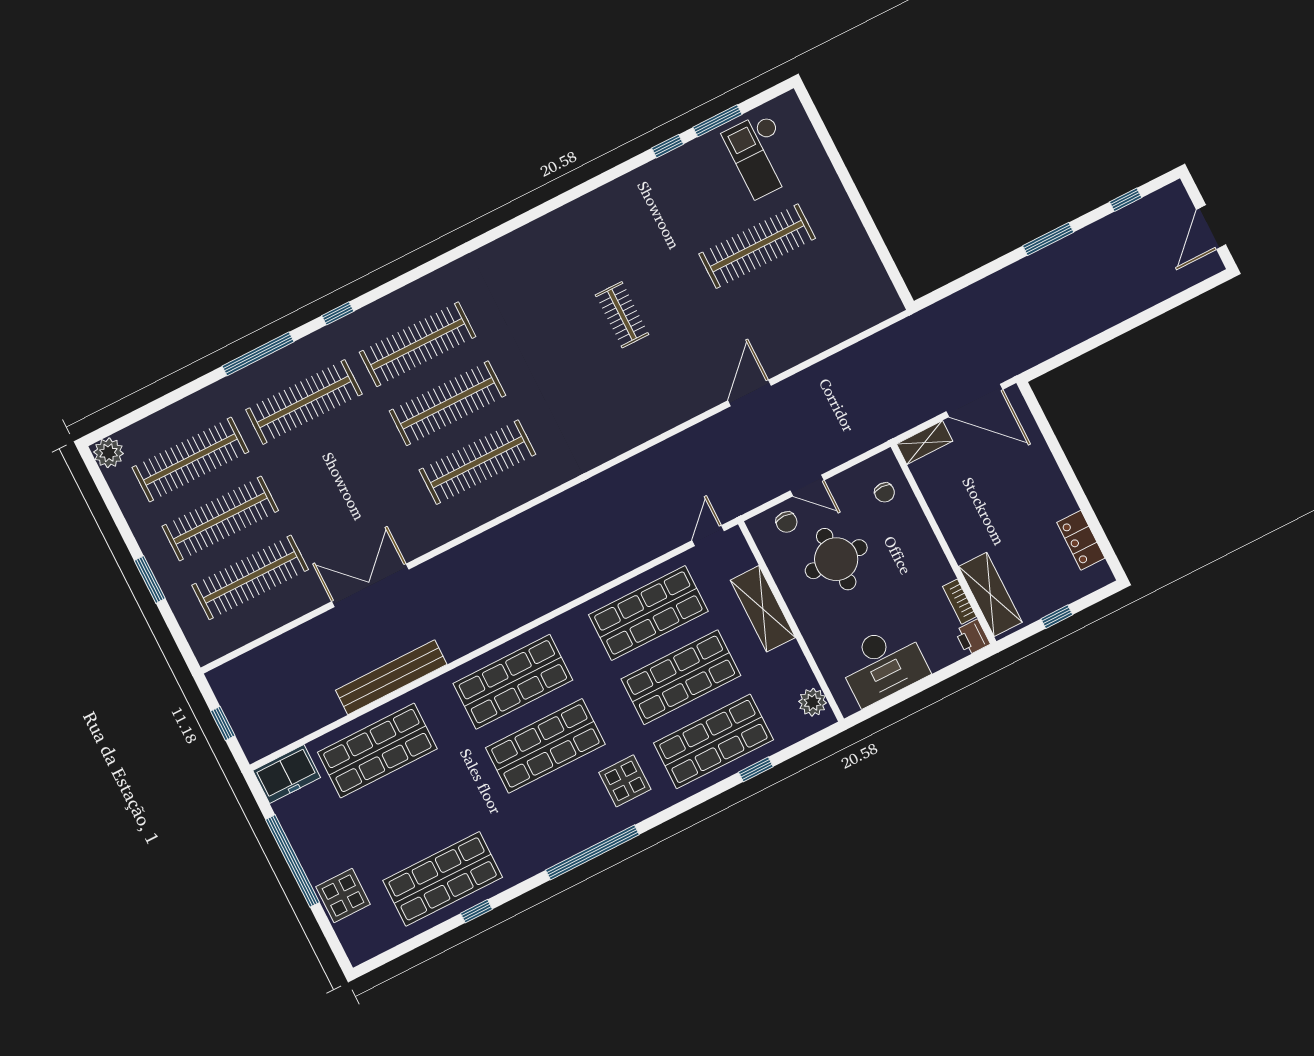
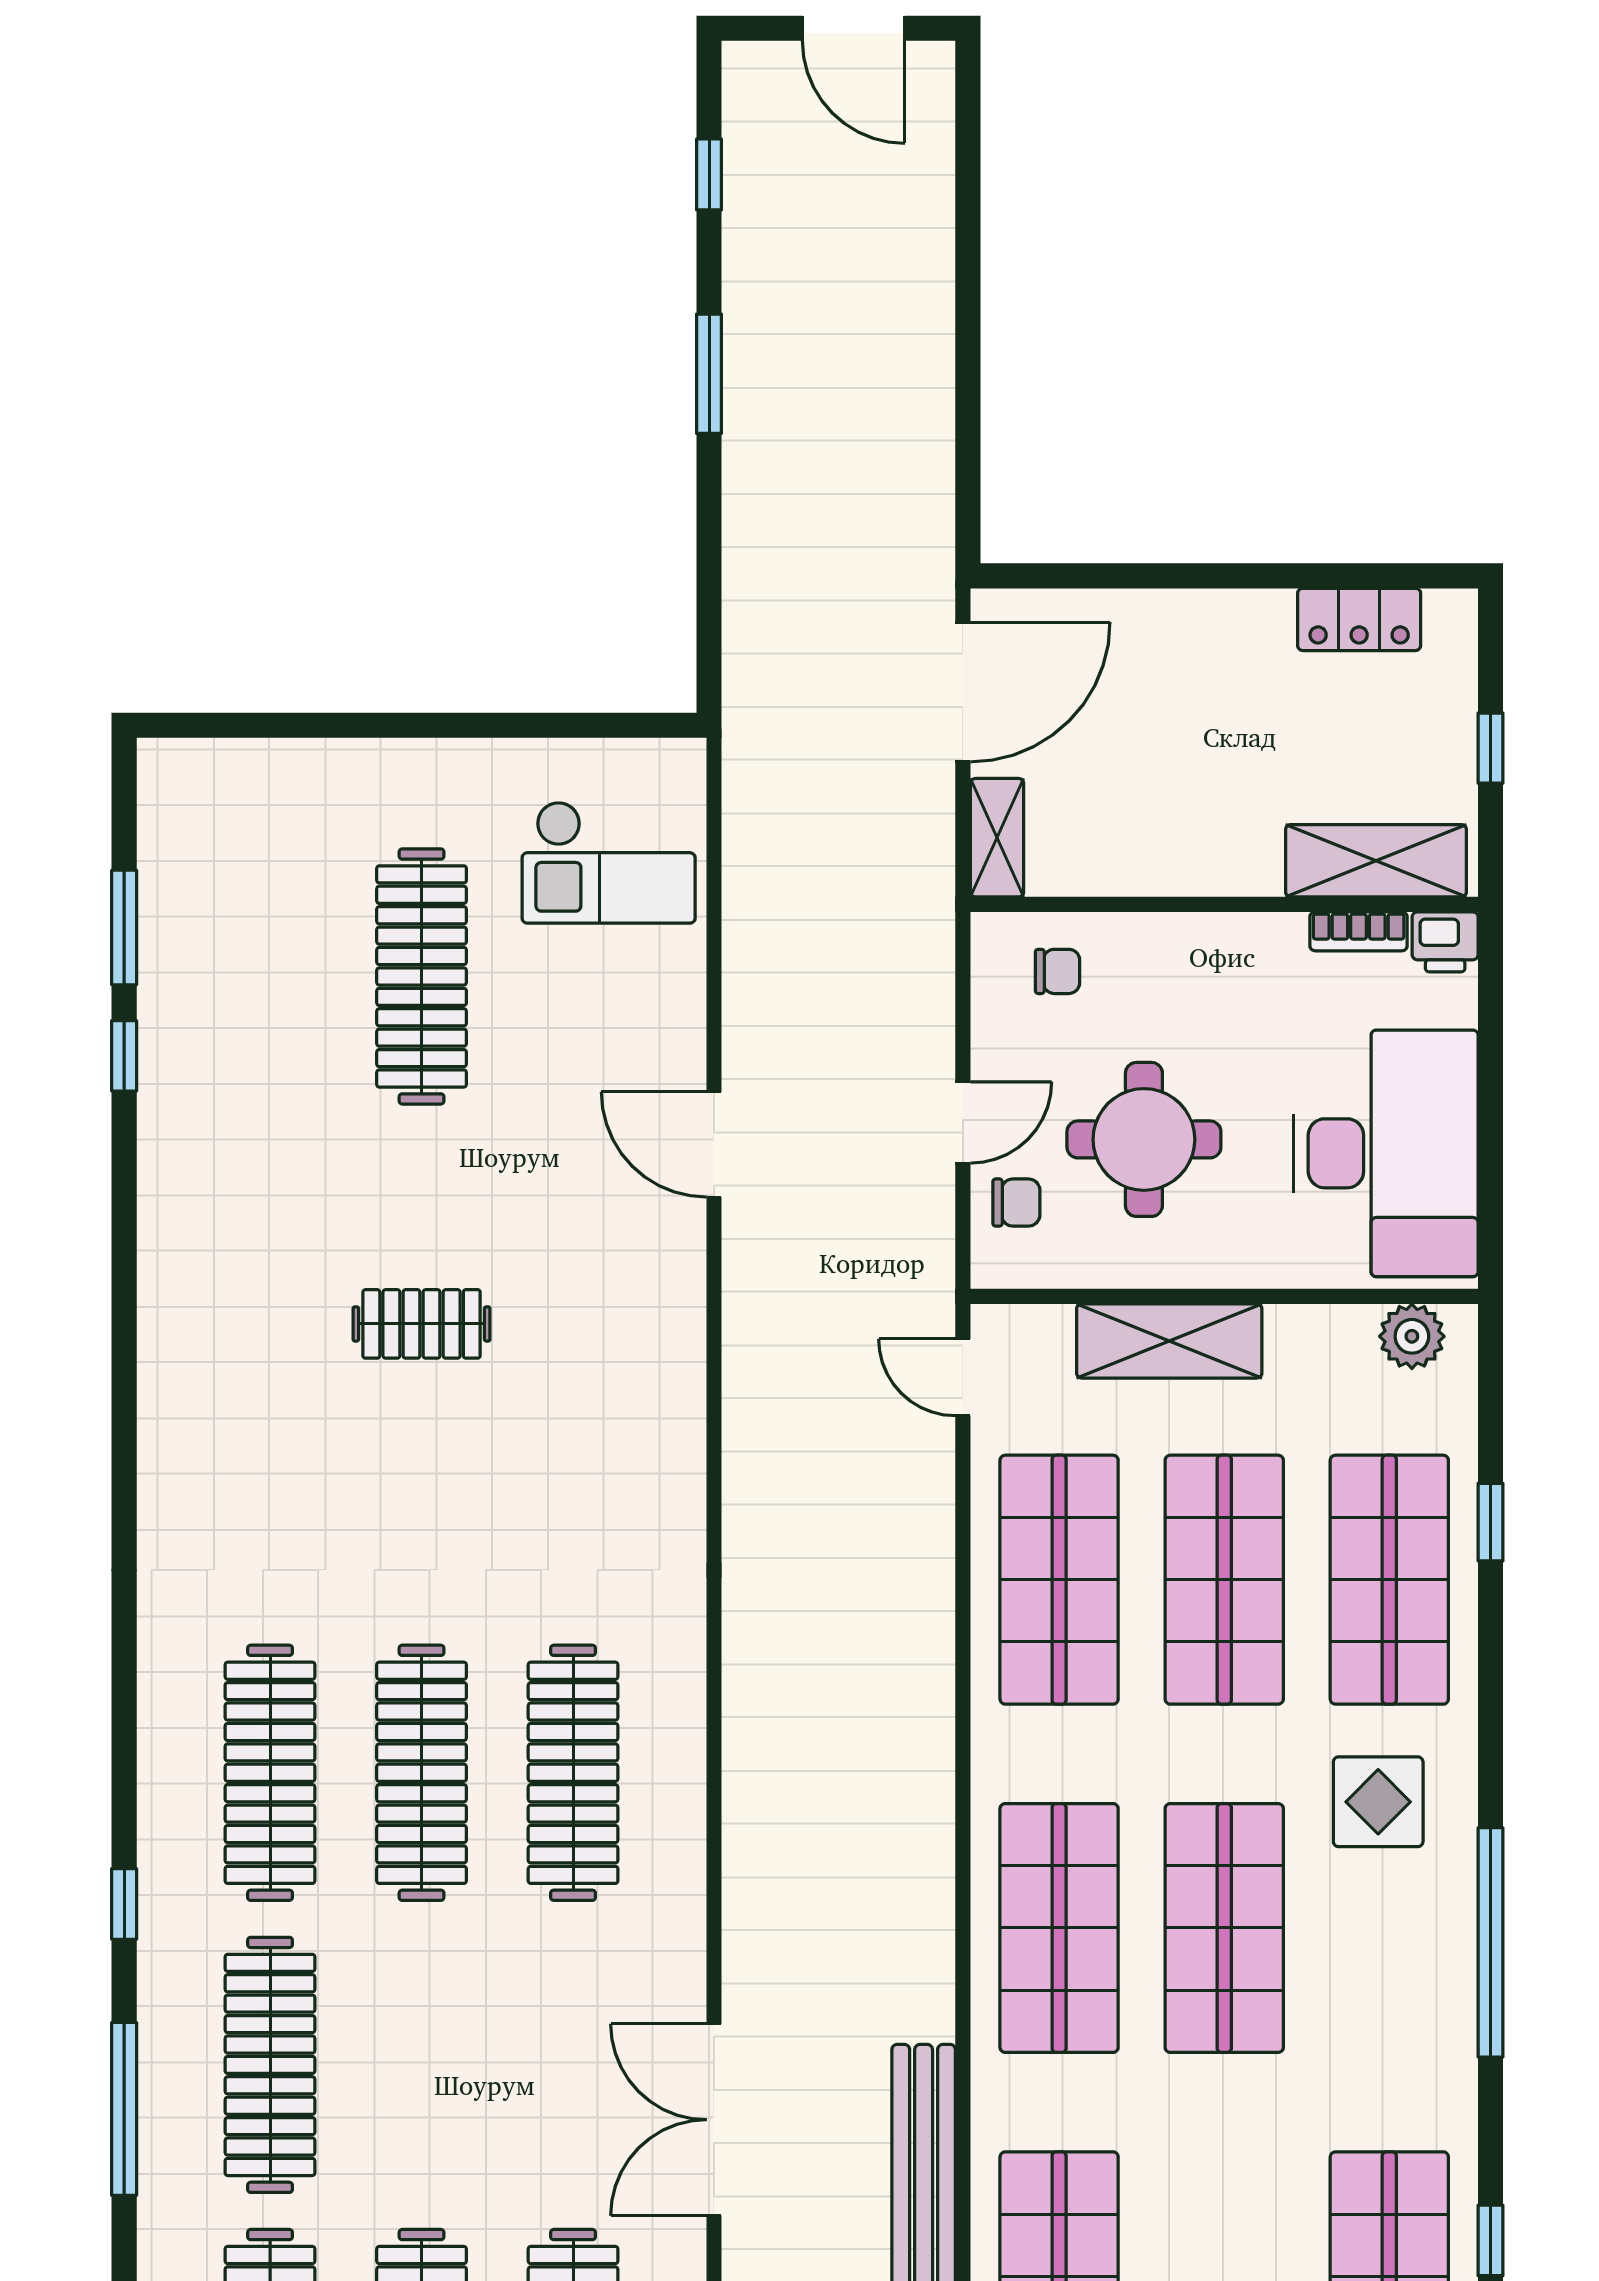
checkout: (761, 155) -> (609, 862), moved
desk: (883, 664) -> (1386, 1153), width x1.36, depth x1.30

